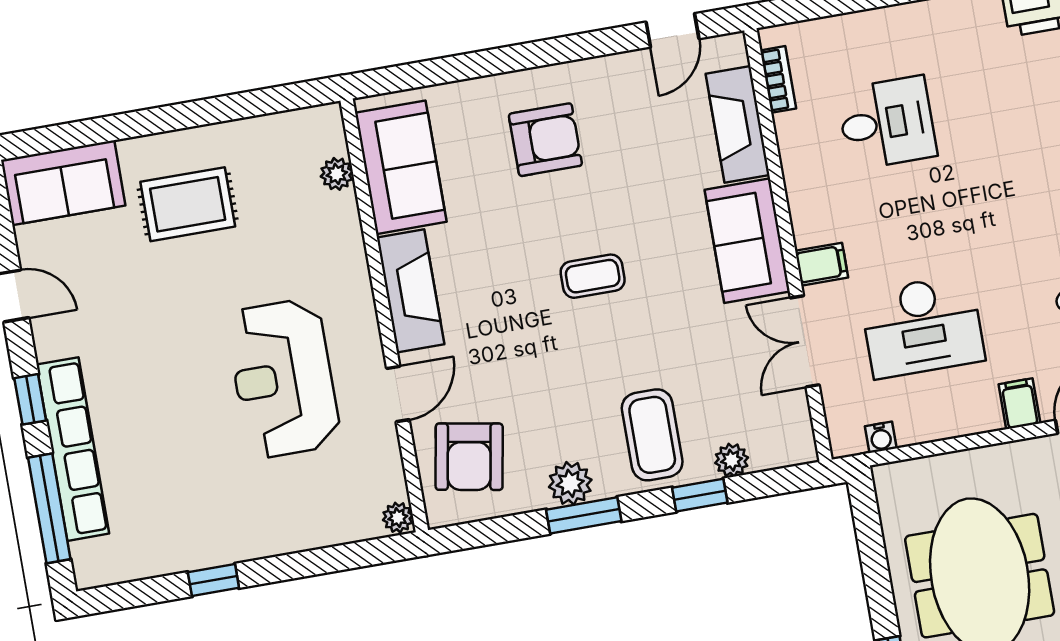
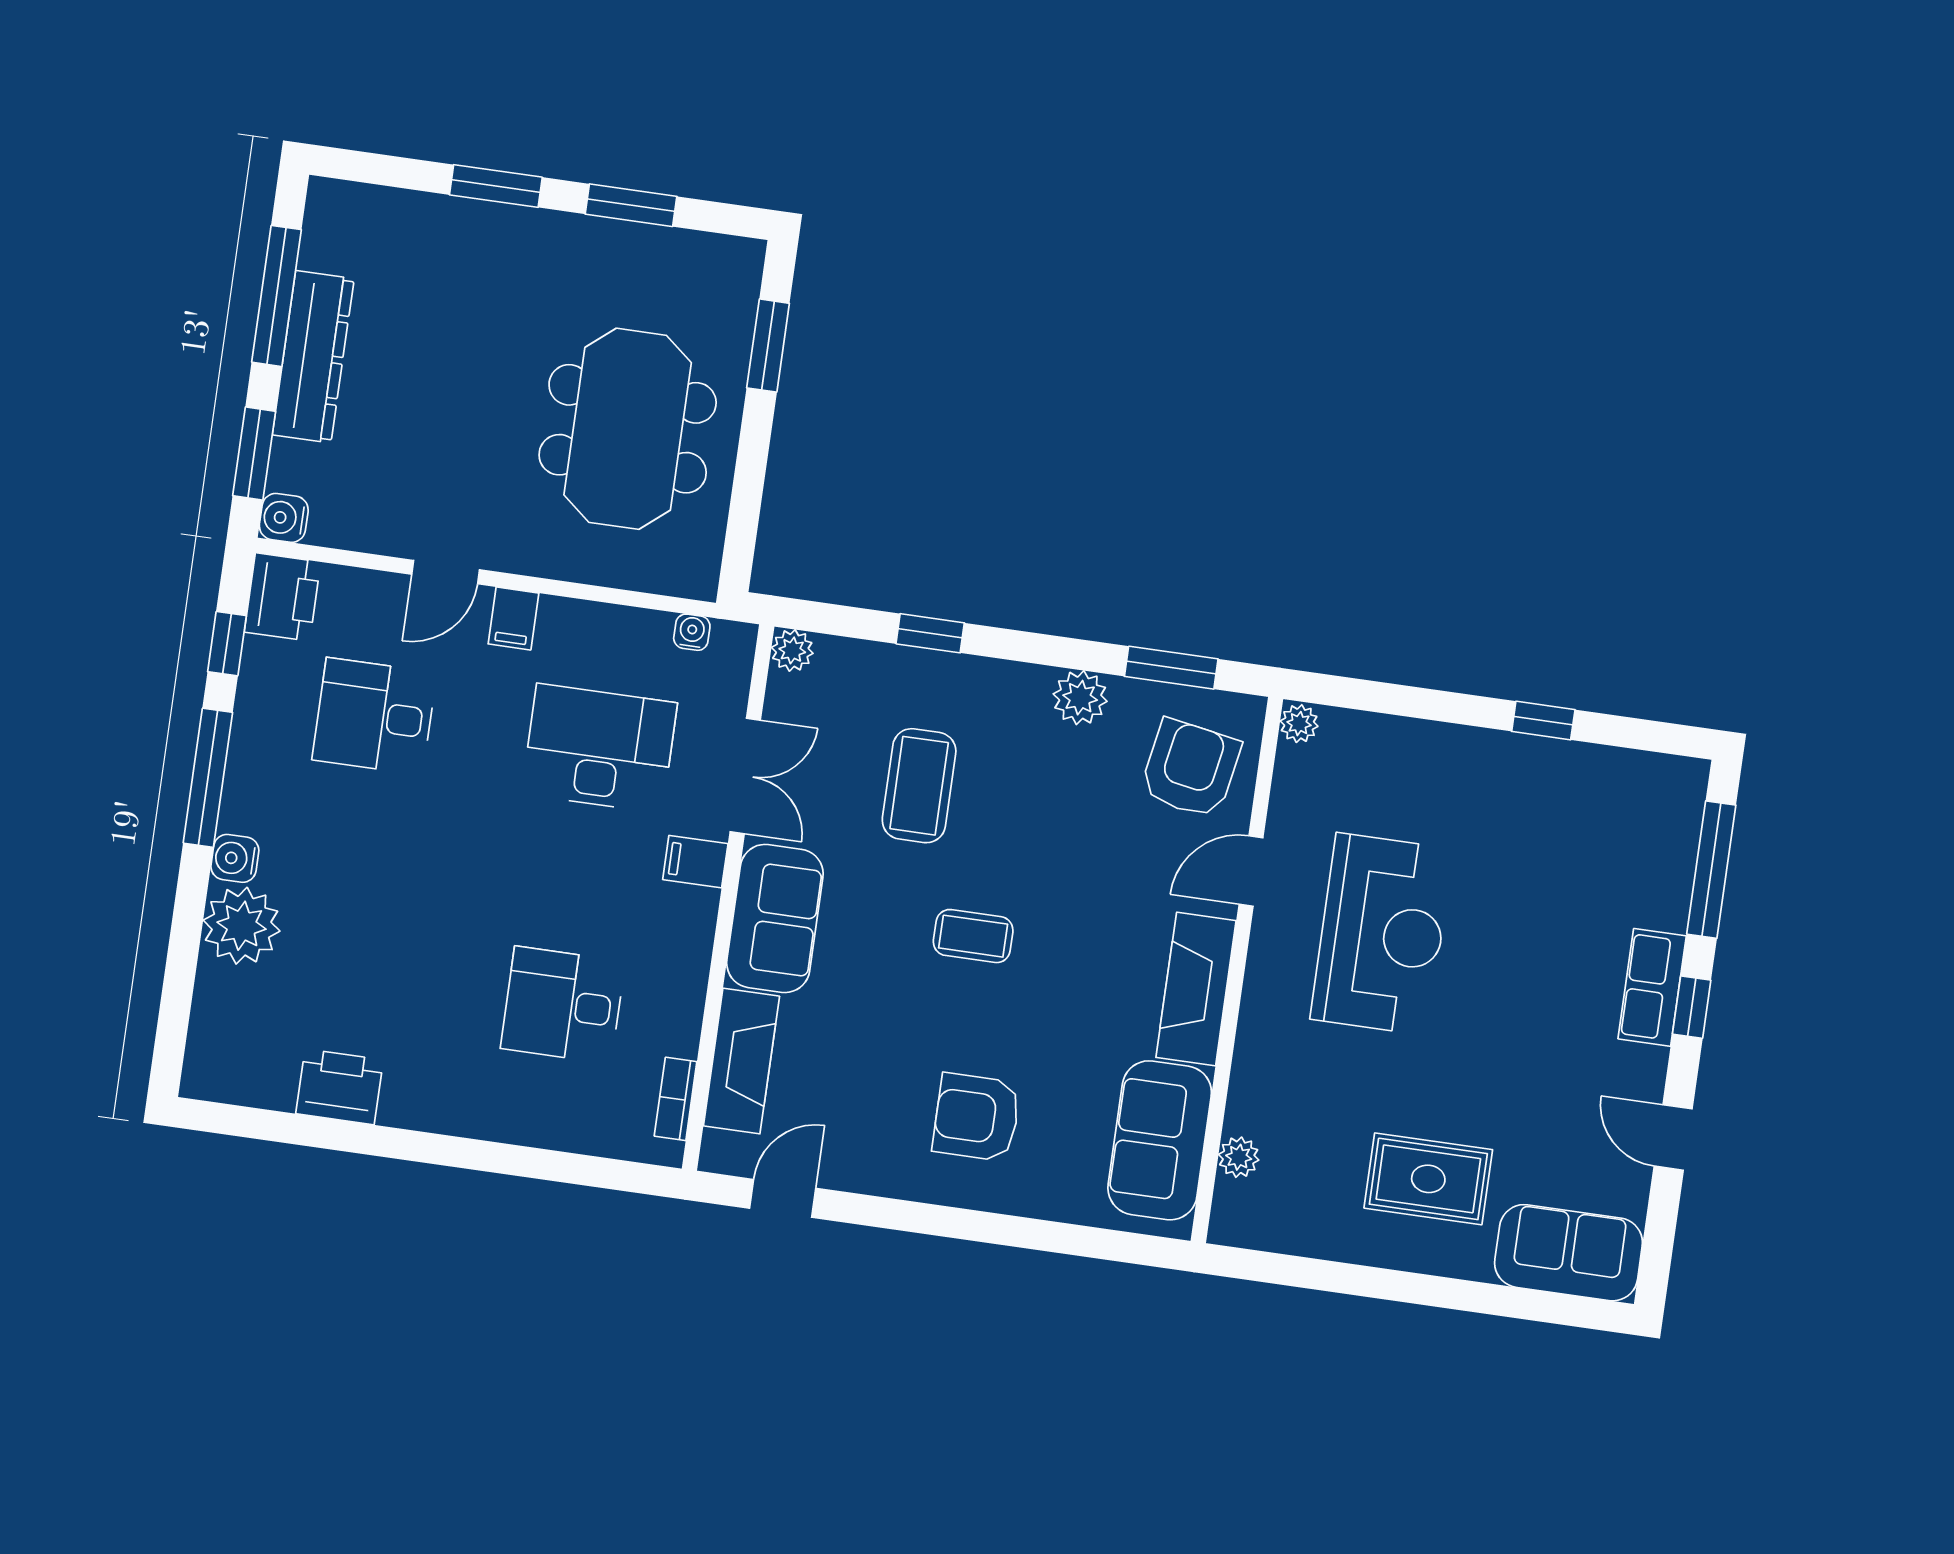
coffee table: (652, 435) -> (919, 786), moved
row of seats: (73, 449) -> (1652, 987), width x0.50
plant: (732, 460) -> (792, 650), moved
window: (584, 515) -> (1171, 668), moved

